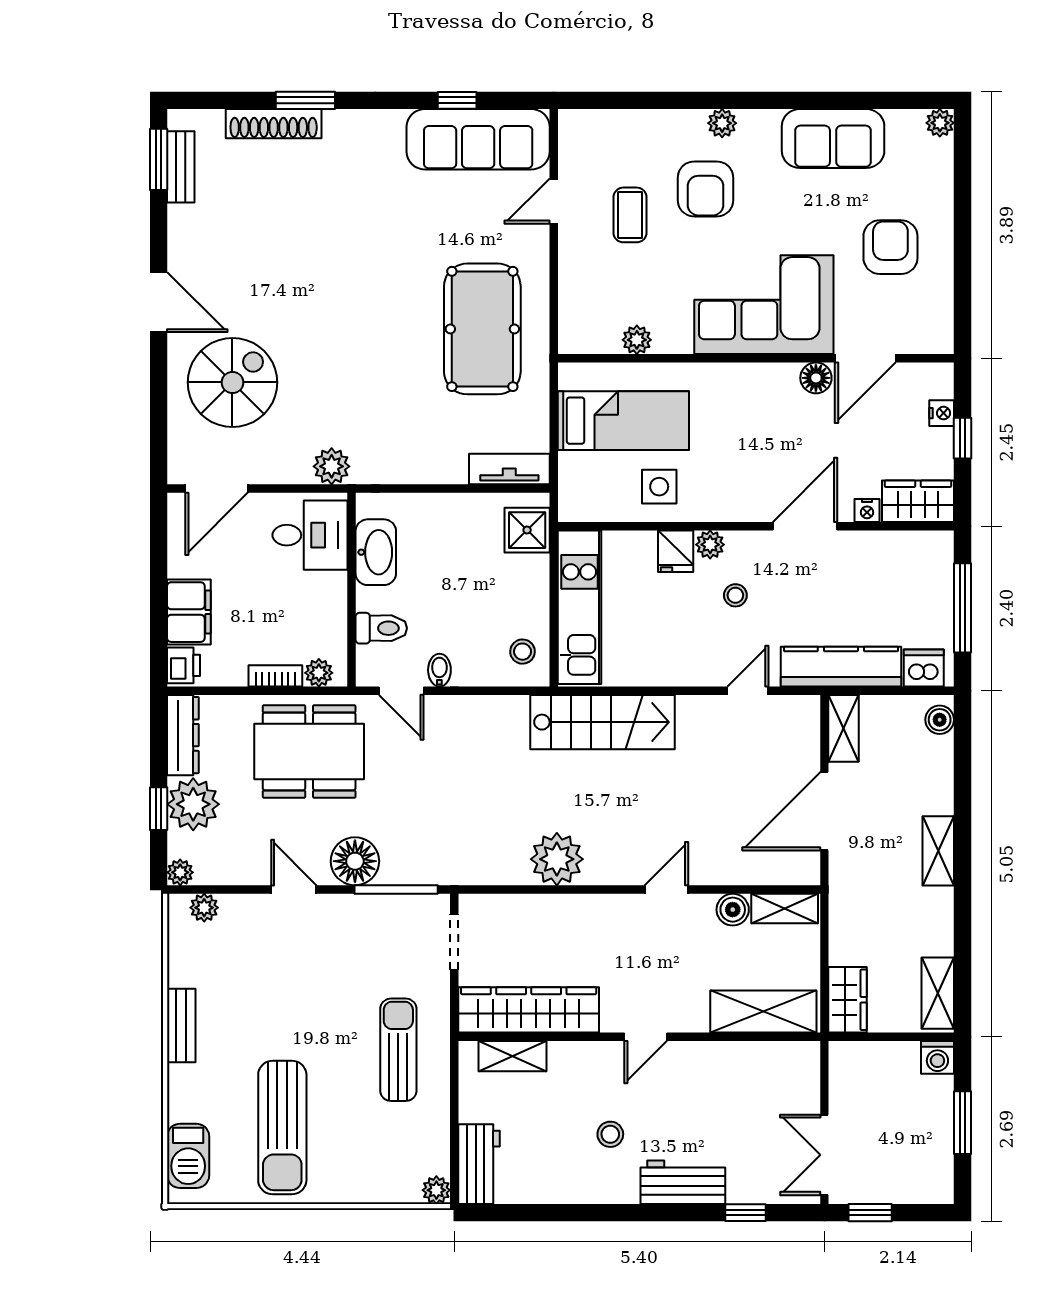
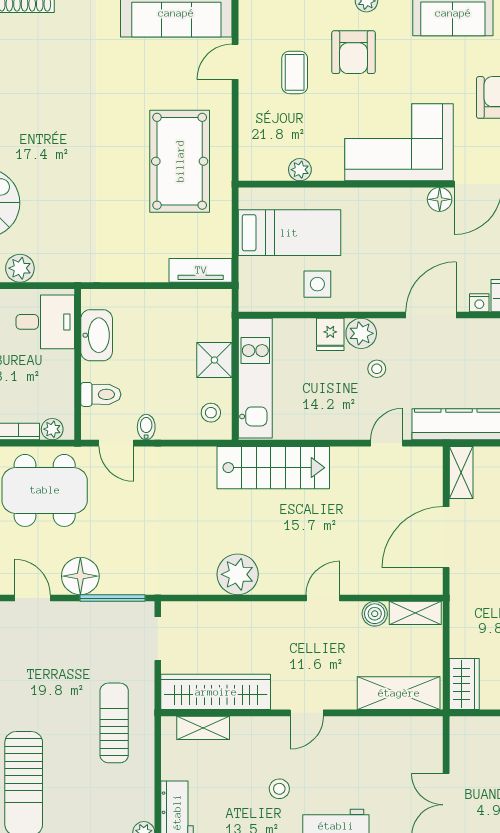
plant: (332, 466) -> (20, 268), moved
shower: (527, 530) -> (214, 360), moved
plant: (710, 545) -> (361, 333), width x1.38, depth x1.38

